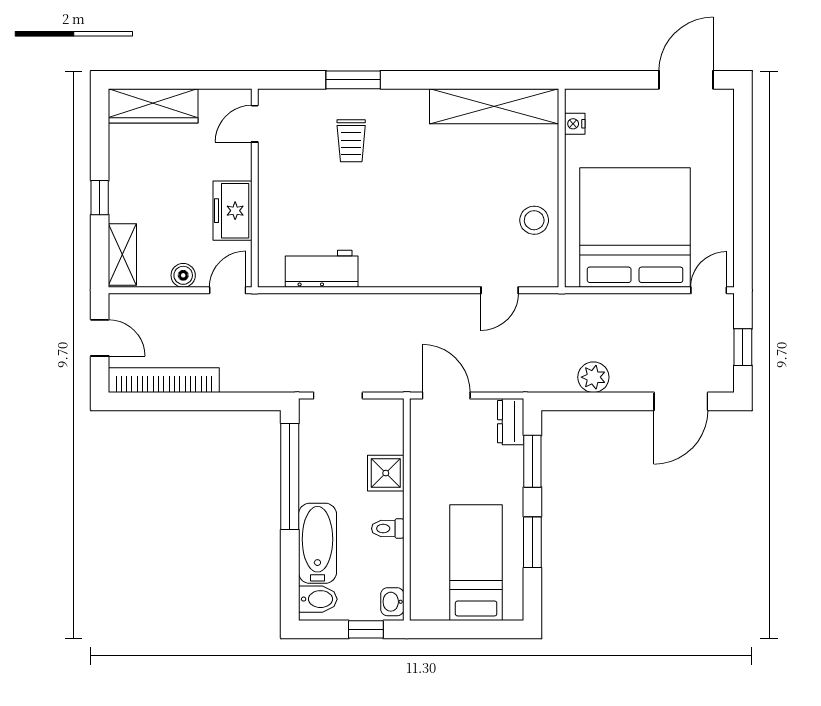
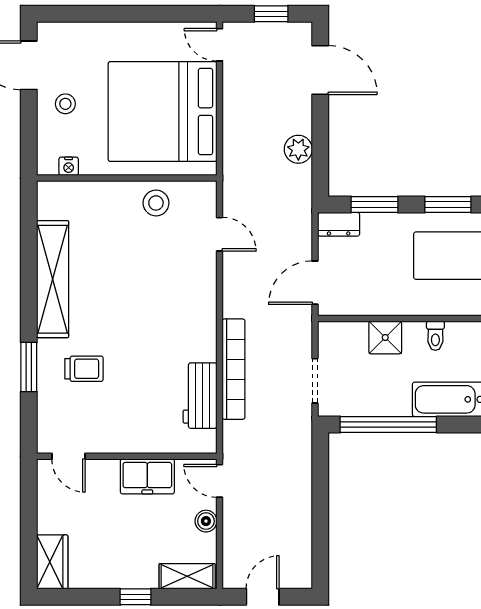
wardrobe: (153, 106) -> (52, 562), width x0.67
shelving: (494, 106) -> (53, 279), moved
stool: (644, 120) -> (65, 104), added
bookcase: (164, 380) -> (234, 369), moved, turned 180

